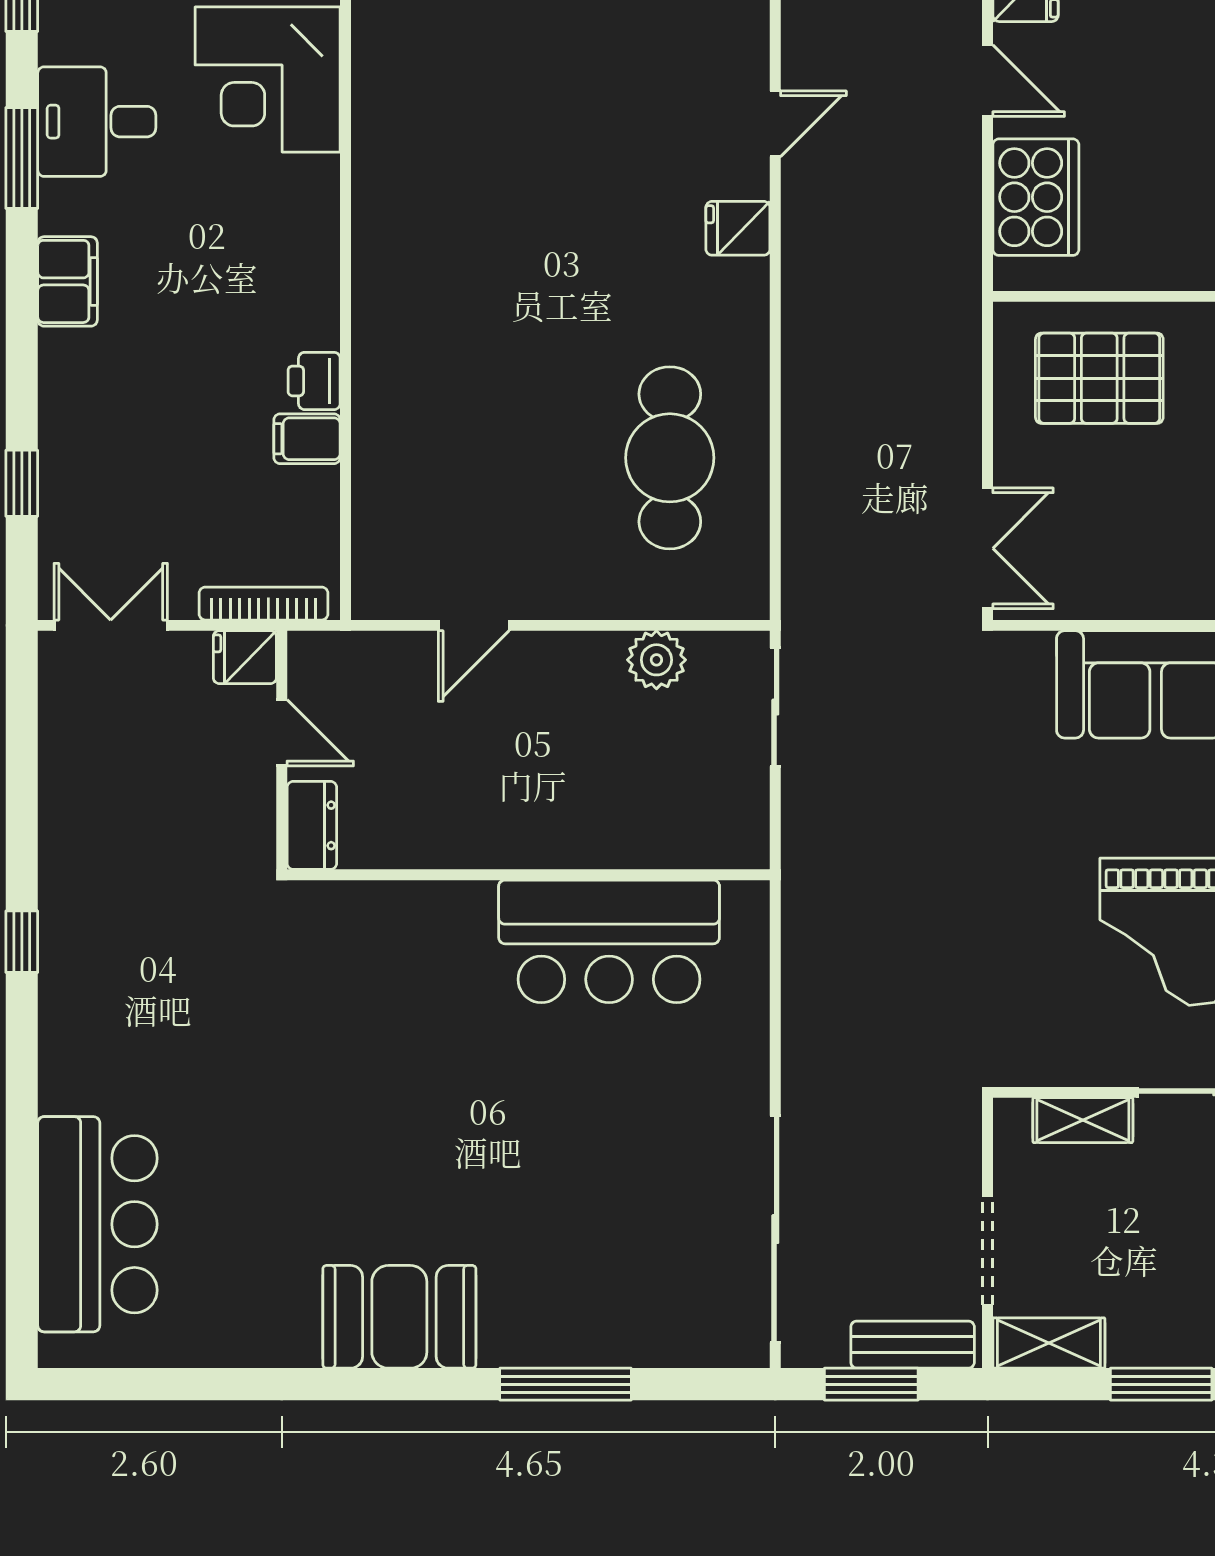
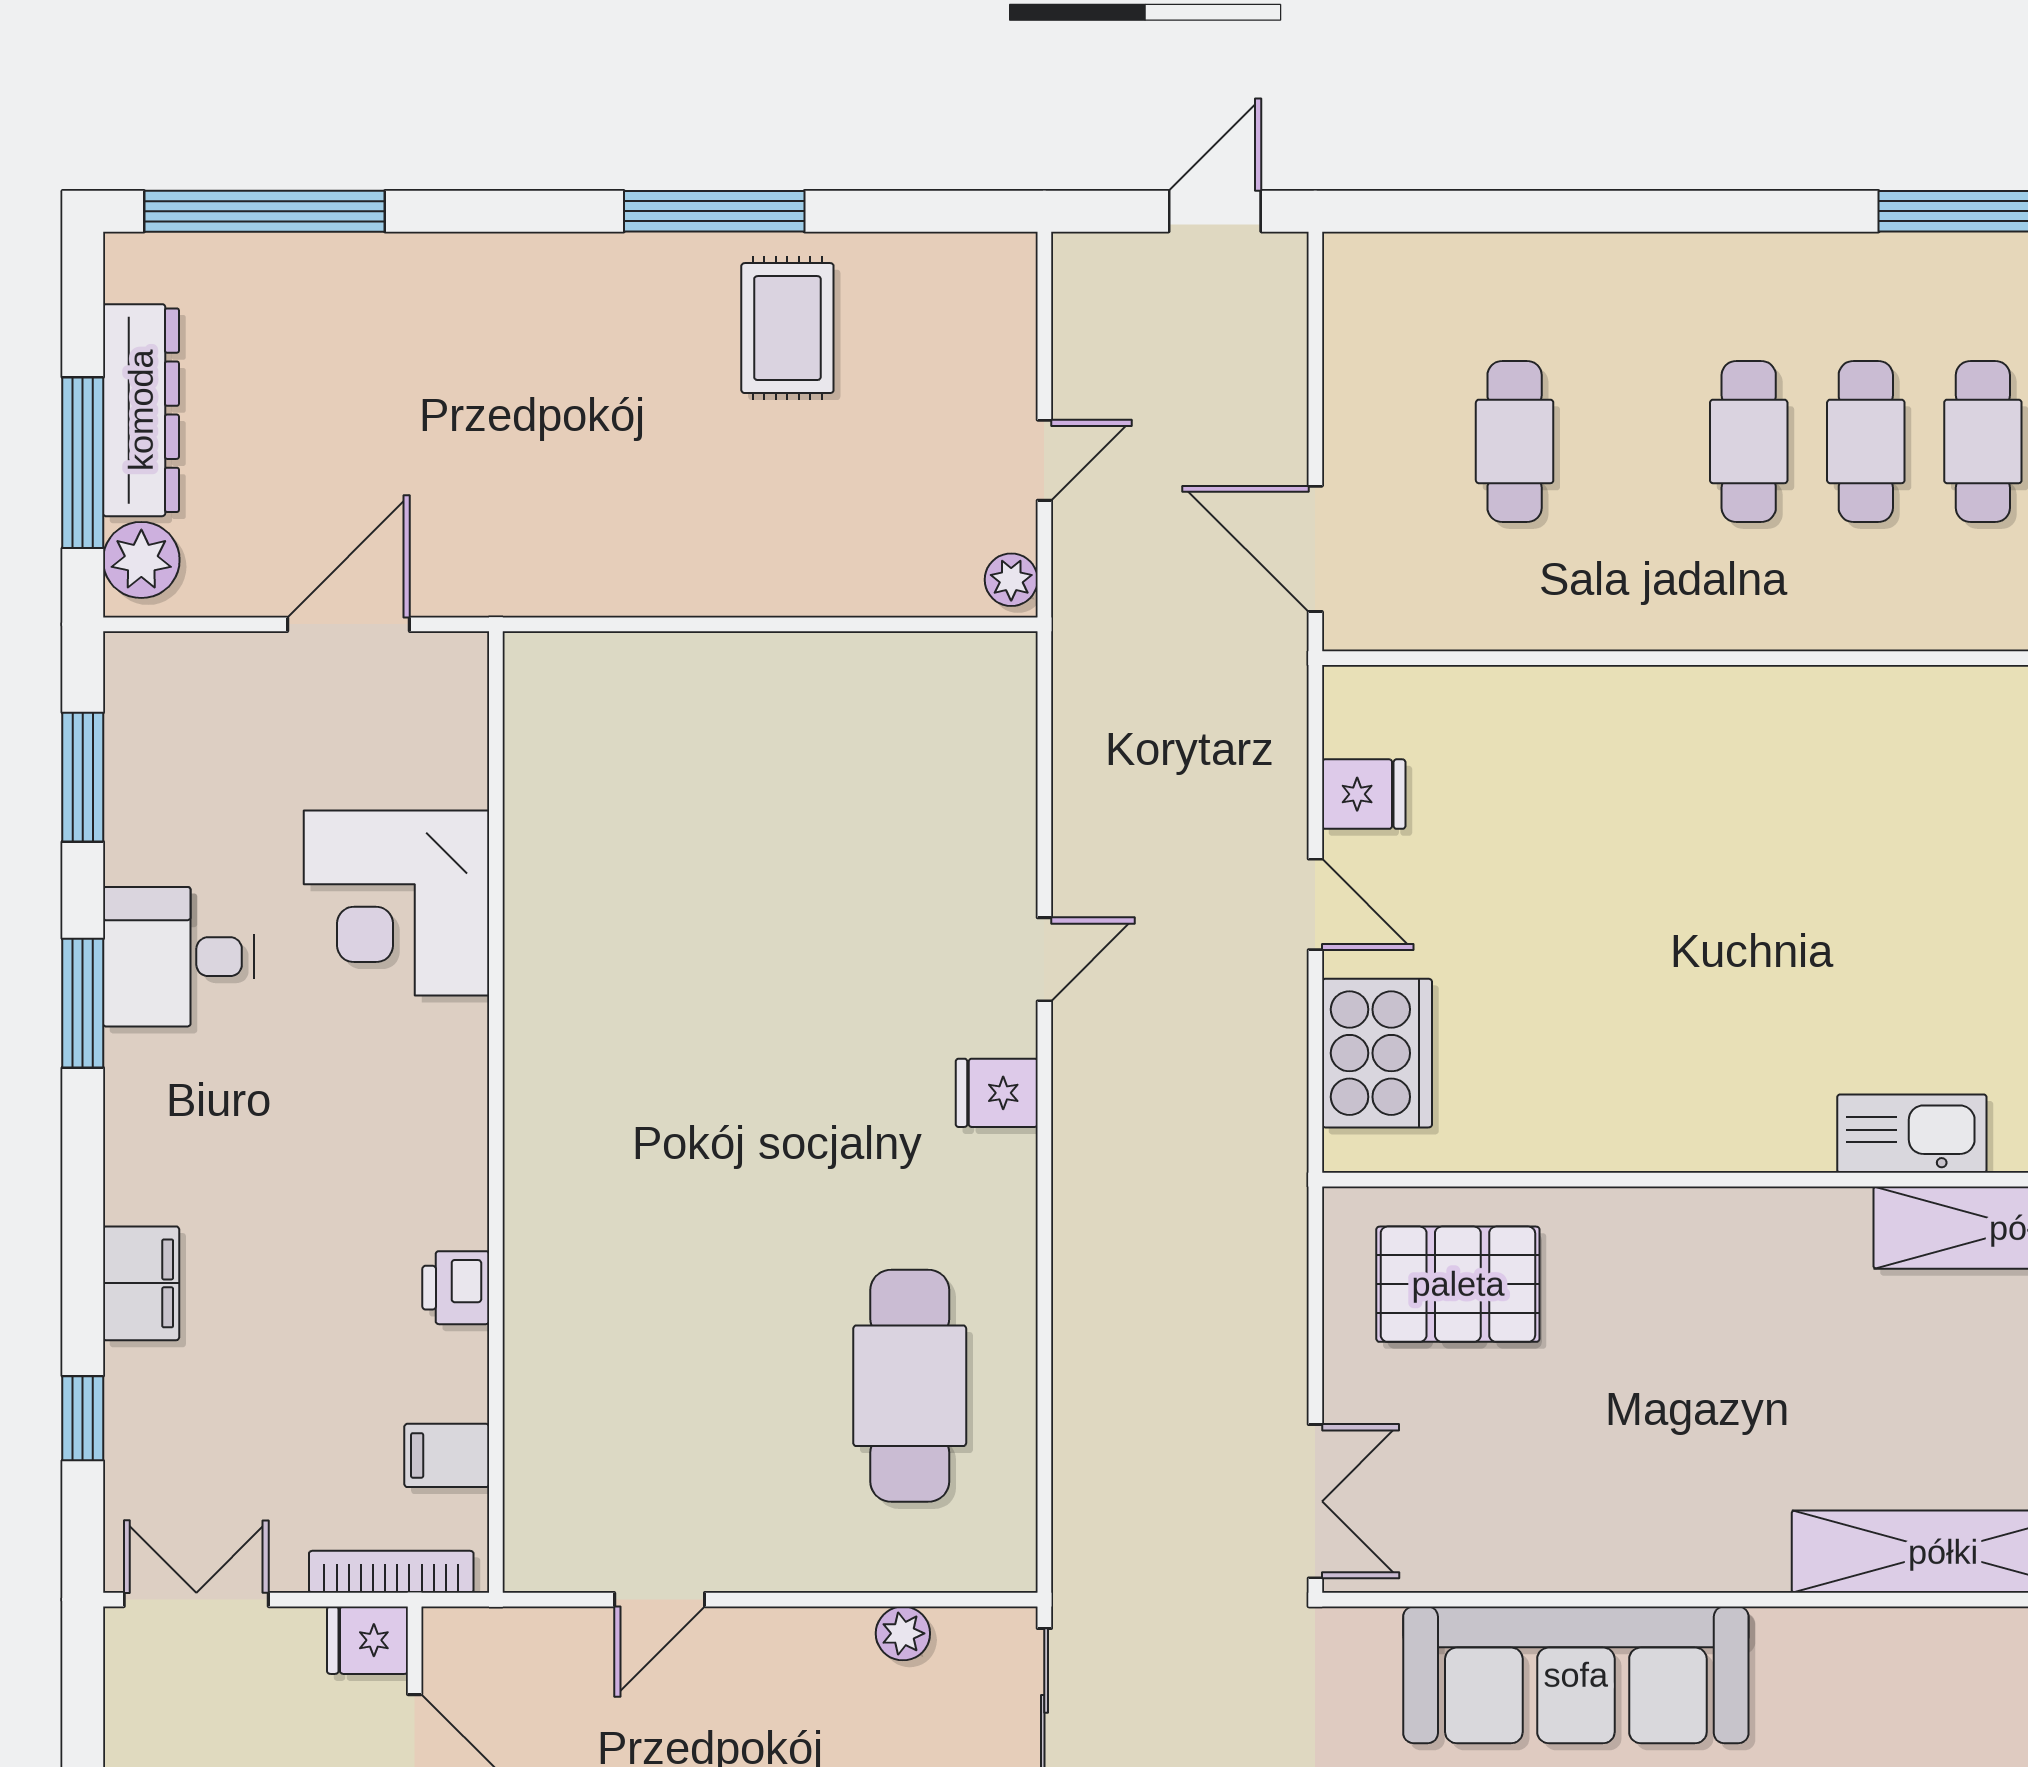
filing cabinet: (67, 281) -> (141, 1283), moved
filing cabinet: (307, 439) -> (447, 1455), moved
plant: (656, 660) -> (903, 1633), width x0.73, depth x0.73

